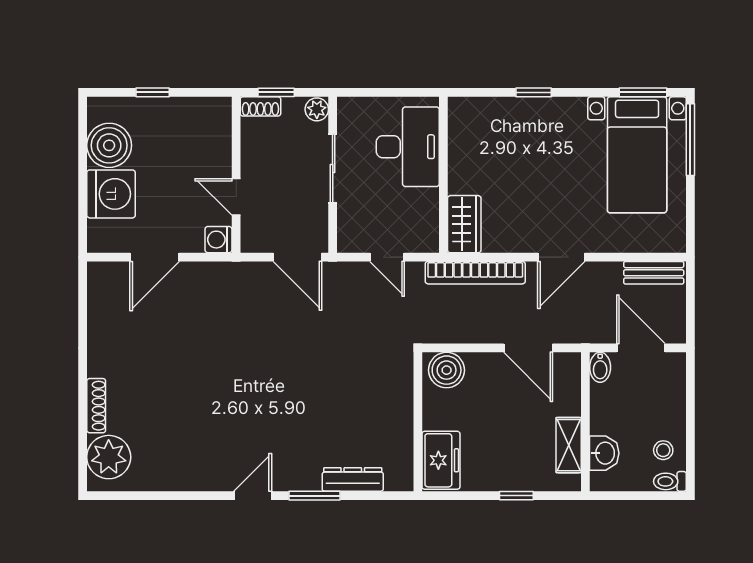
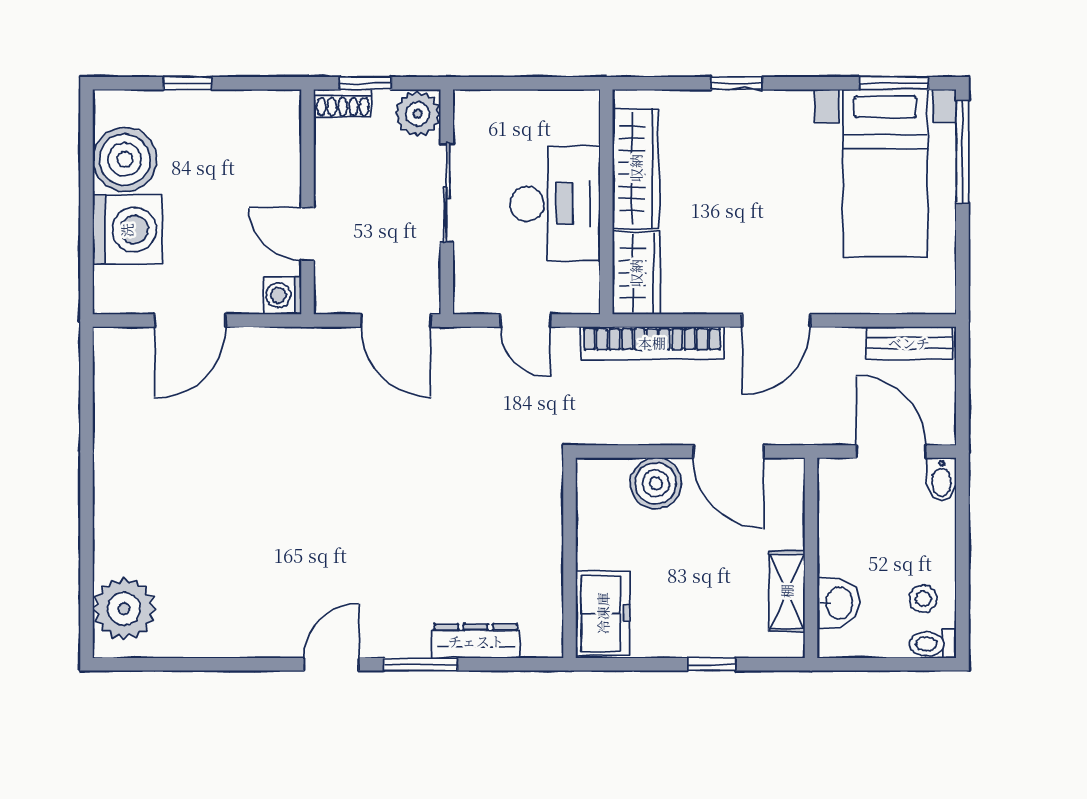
plant: (317, 109) -> (418, 114), width x1.38, depth x1.38
desk: (408, 147) -> (555, 204), moved
wardrobe: (464, 152) -> (636, 168), added
bidet: (600, 367) -> (941, 479), moved
boiler: (447, 370) -> (656, 483), moved
shoe rack: (96, 406) -> (106, 535), removed

